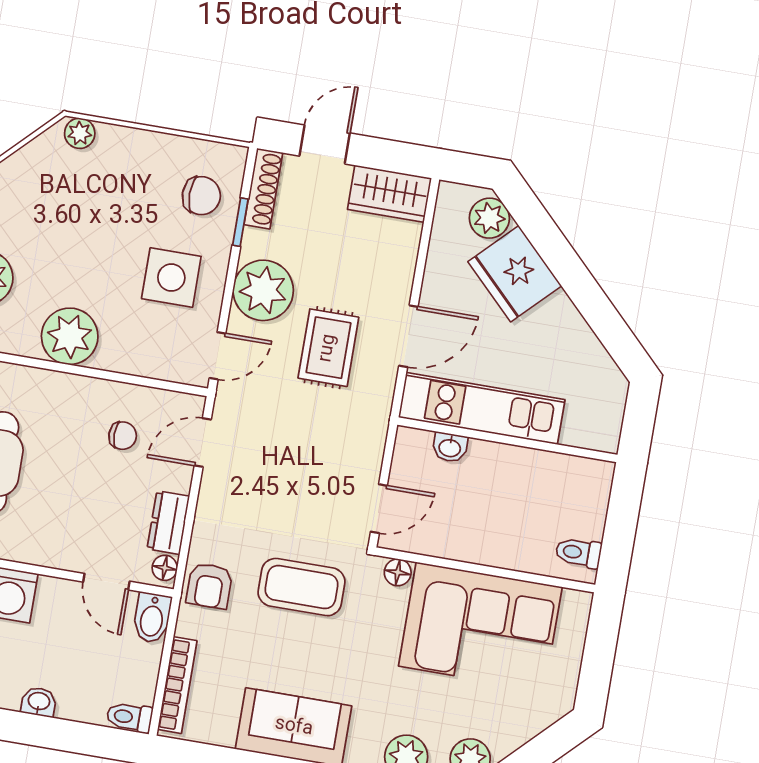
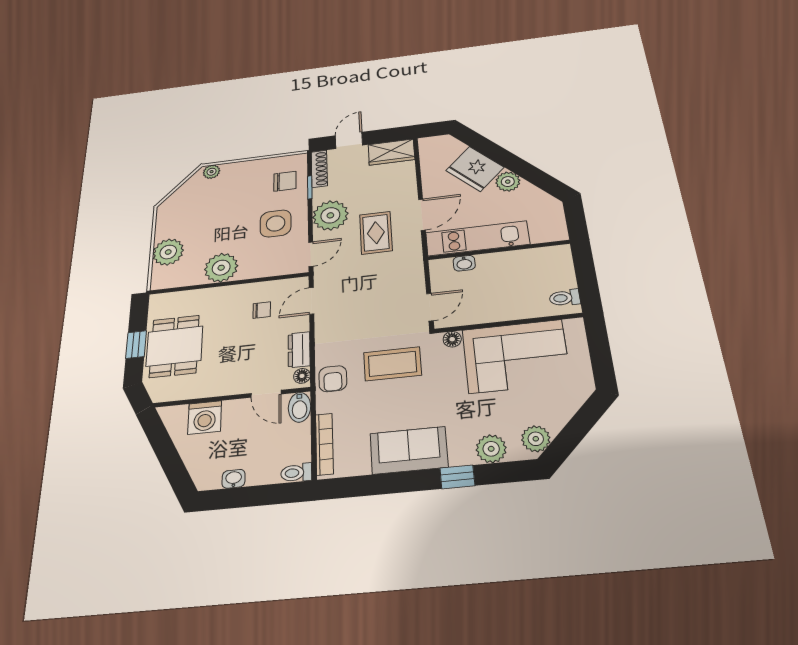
plant: (489, 218) -> (508, 182), moved

